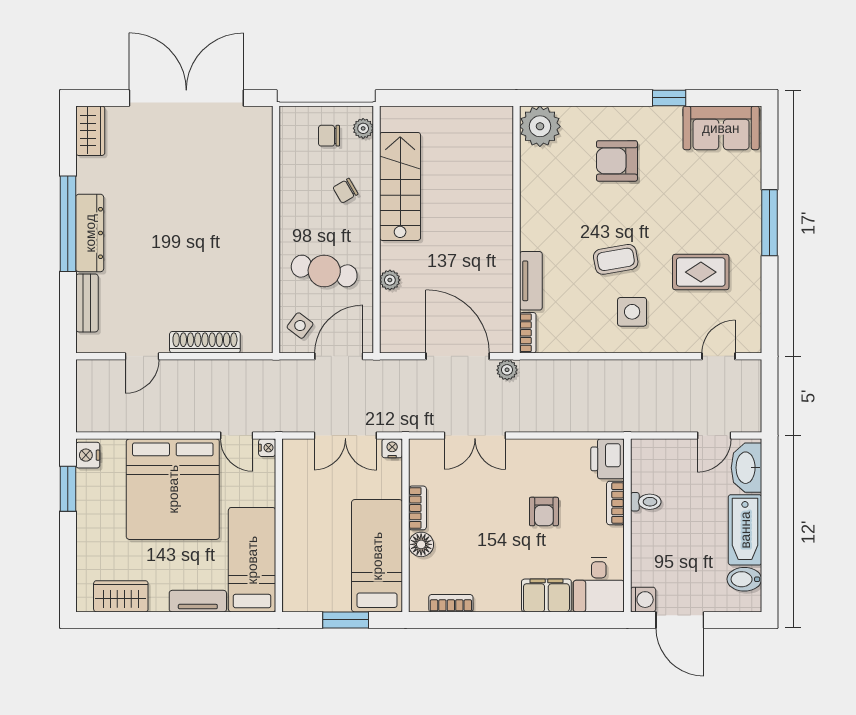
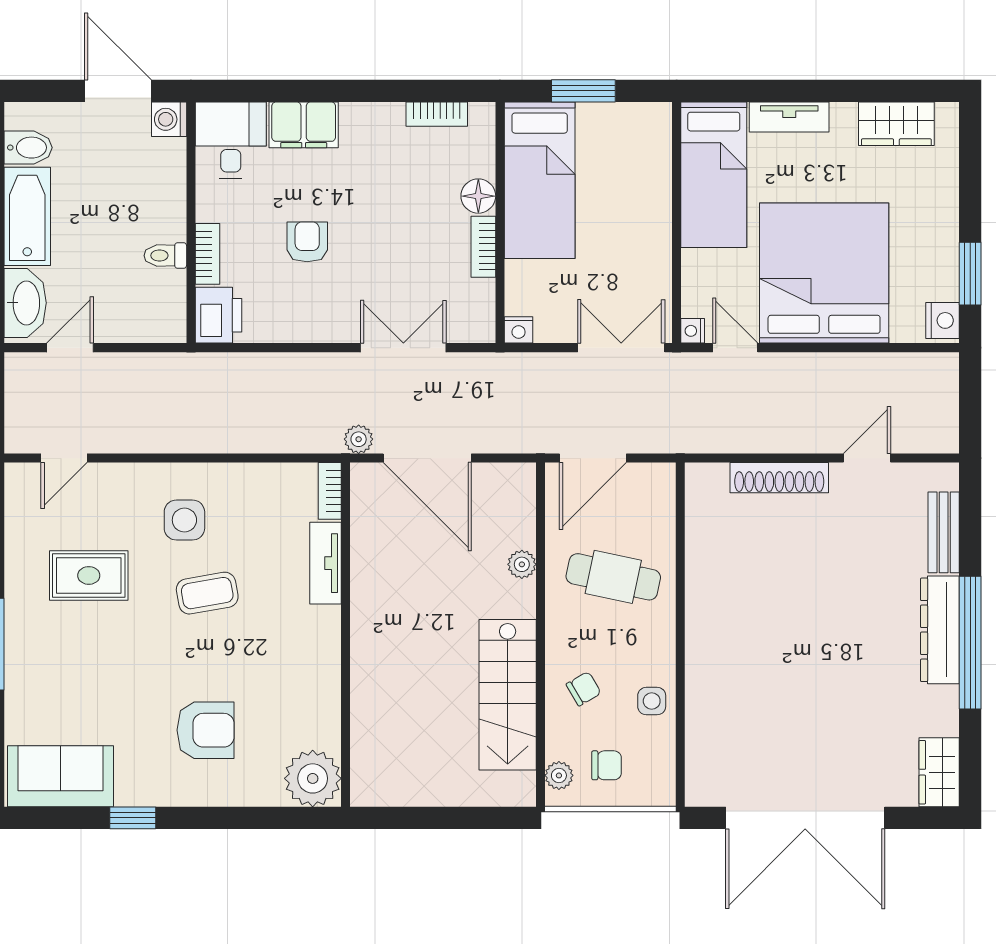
side table: (300, 326) -> (652, 701), moved, turned -37
double door: (345, 436) -> (621, 348), moved

